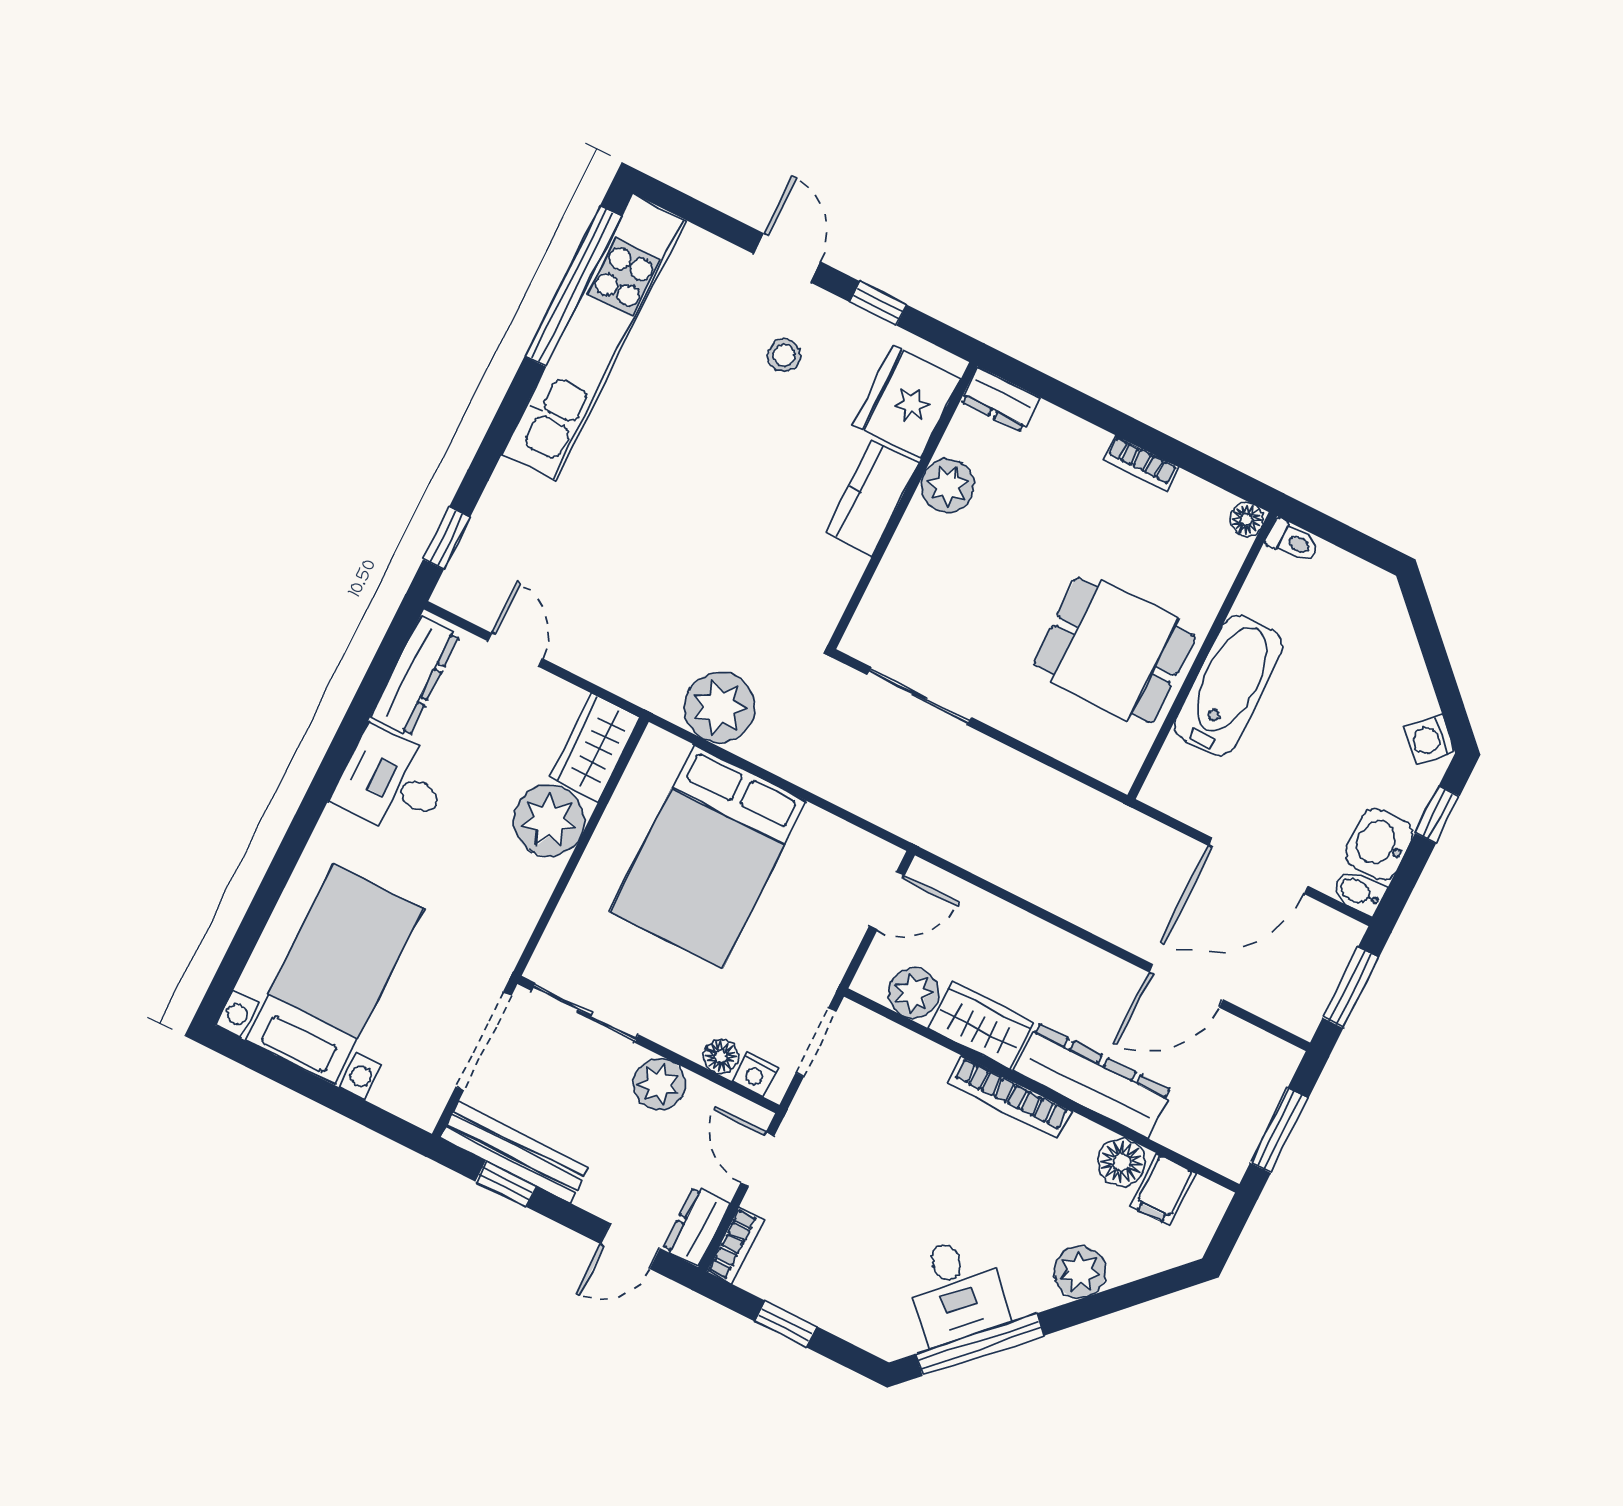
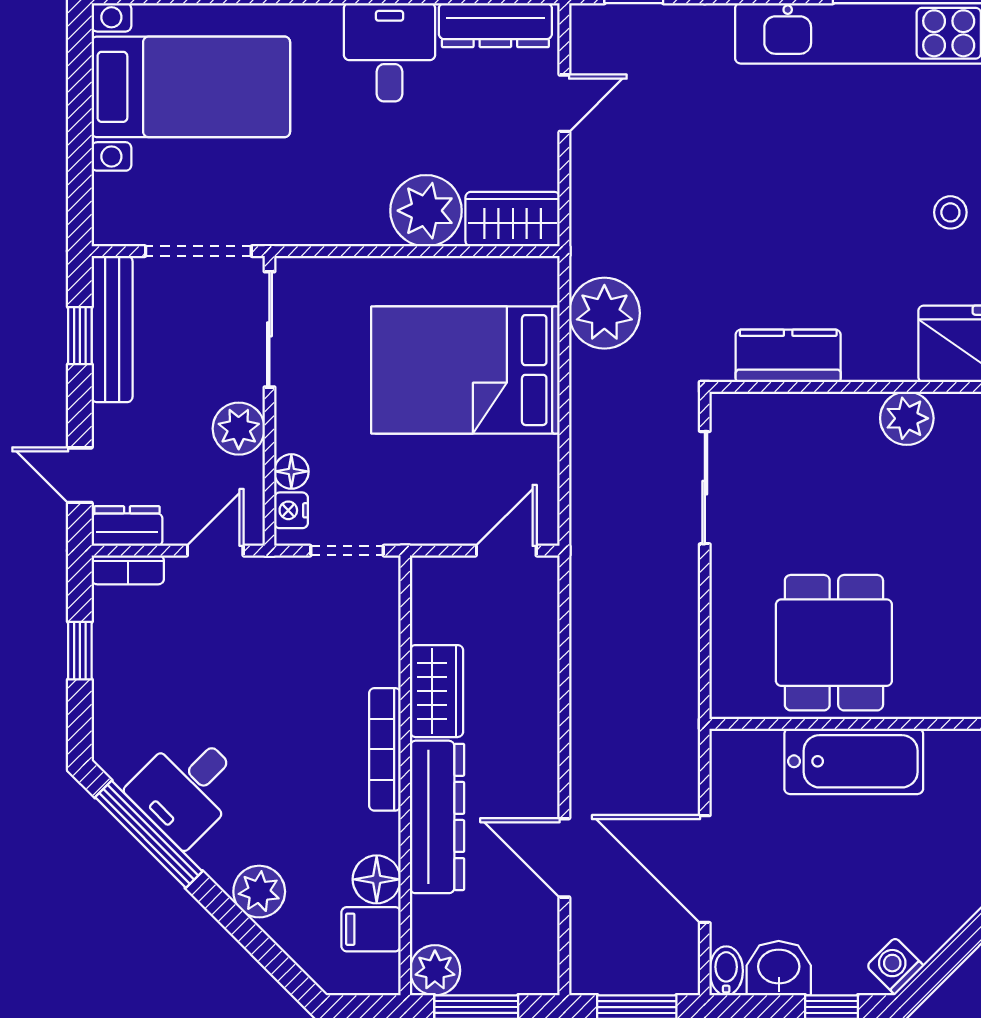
kitchen counter: (872, 498) -> (788, 356), moved
door: (887, 901) -> (506, 551), swing flipped
plant: (914, 993) -> (435, 970), moved

